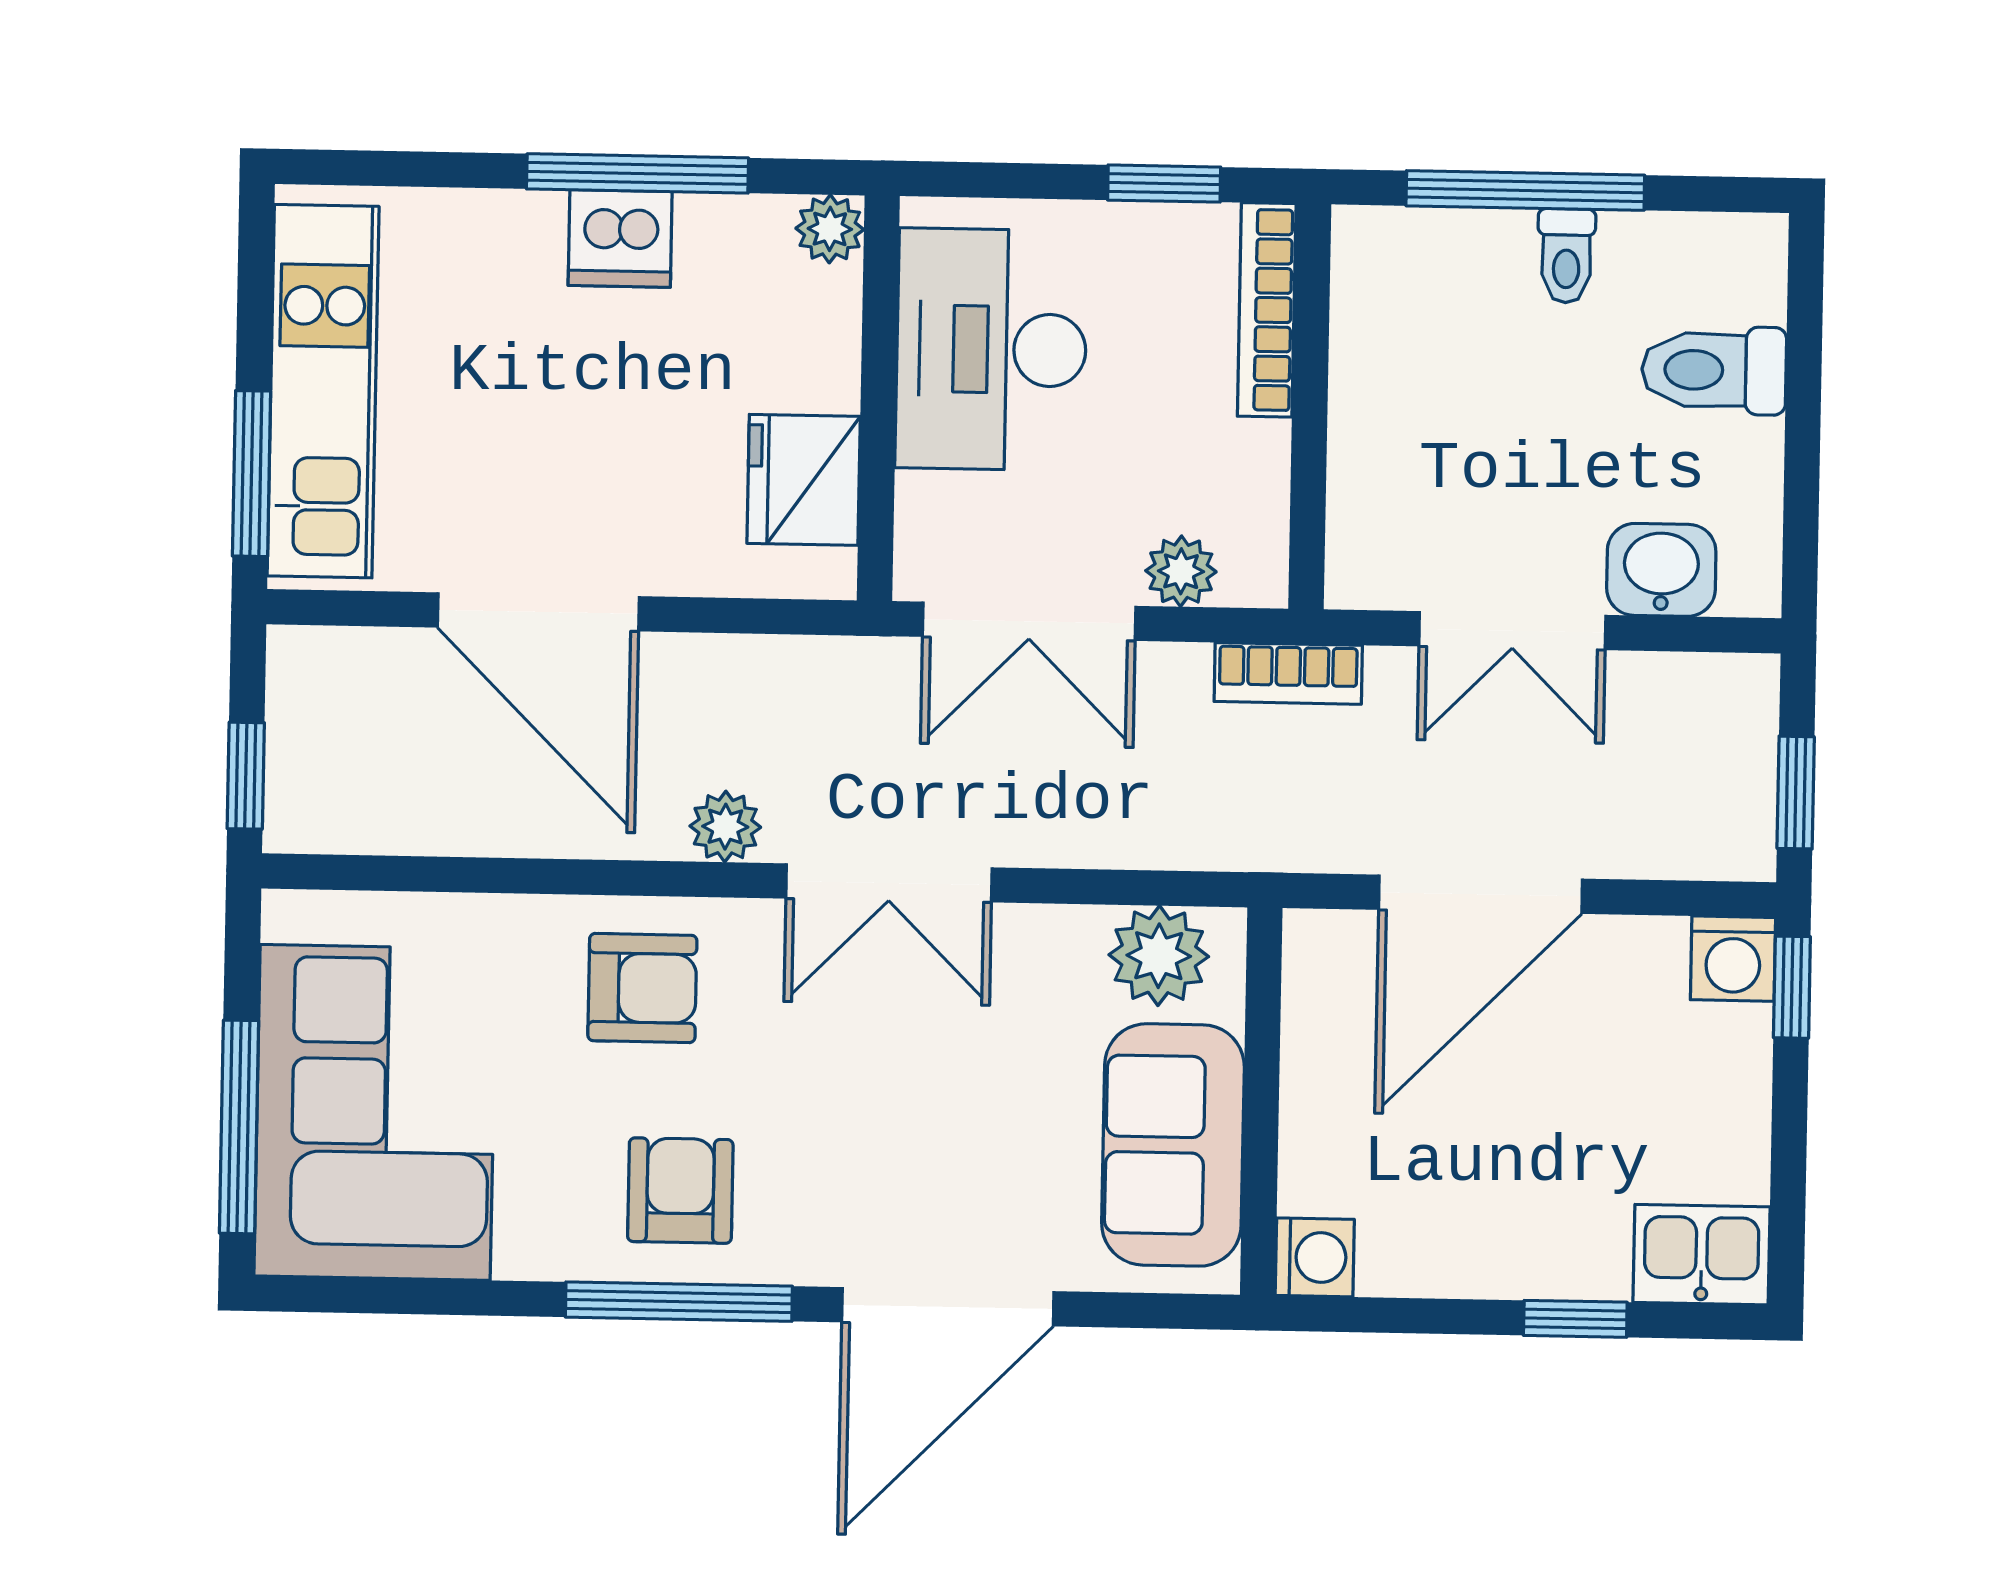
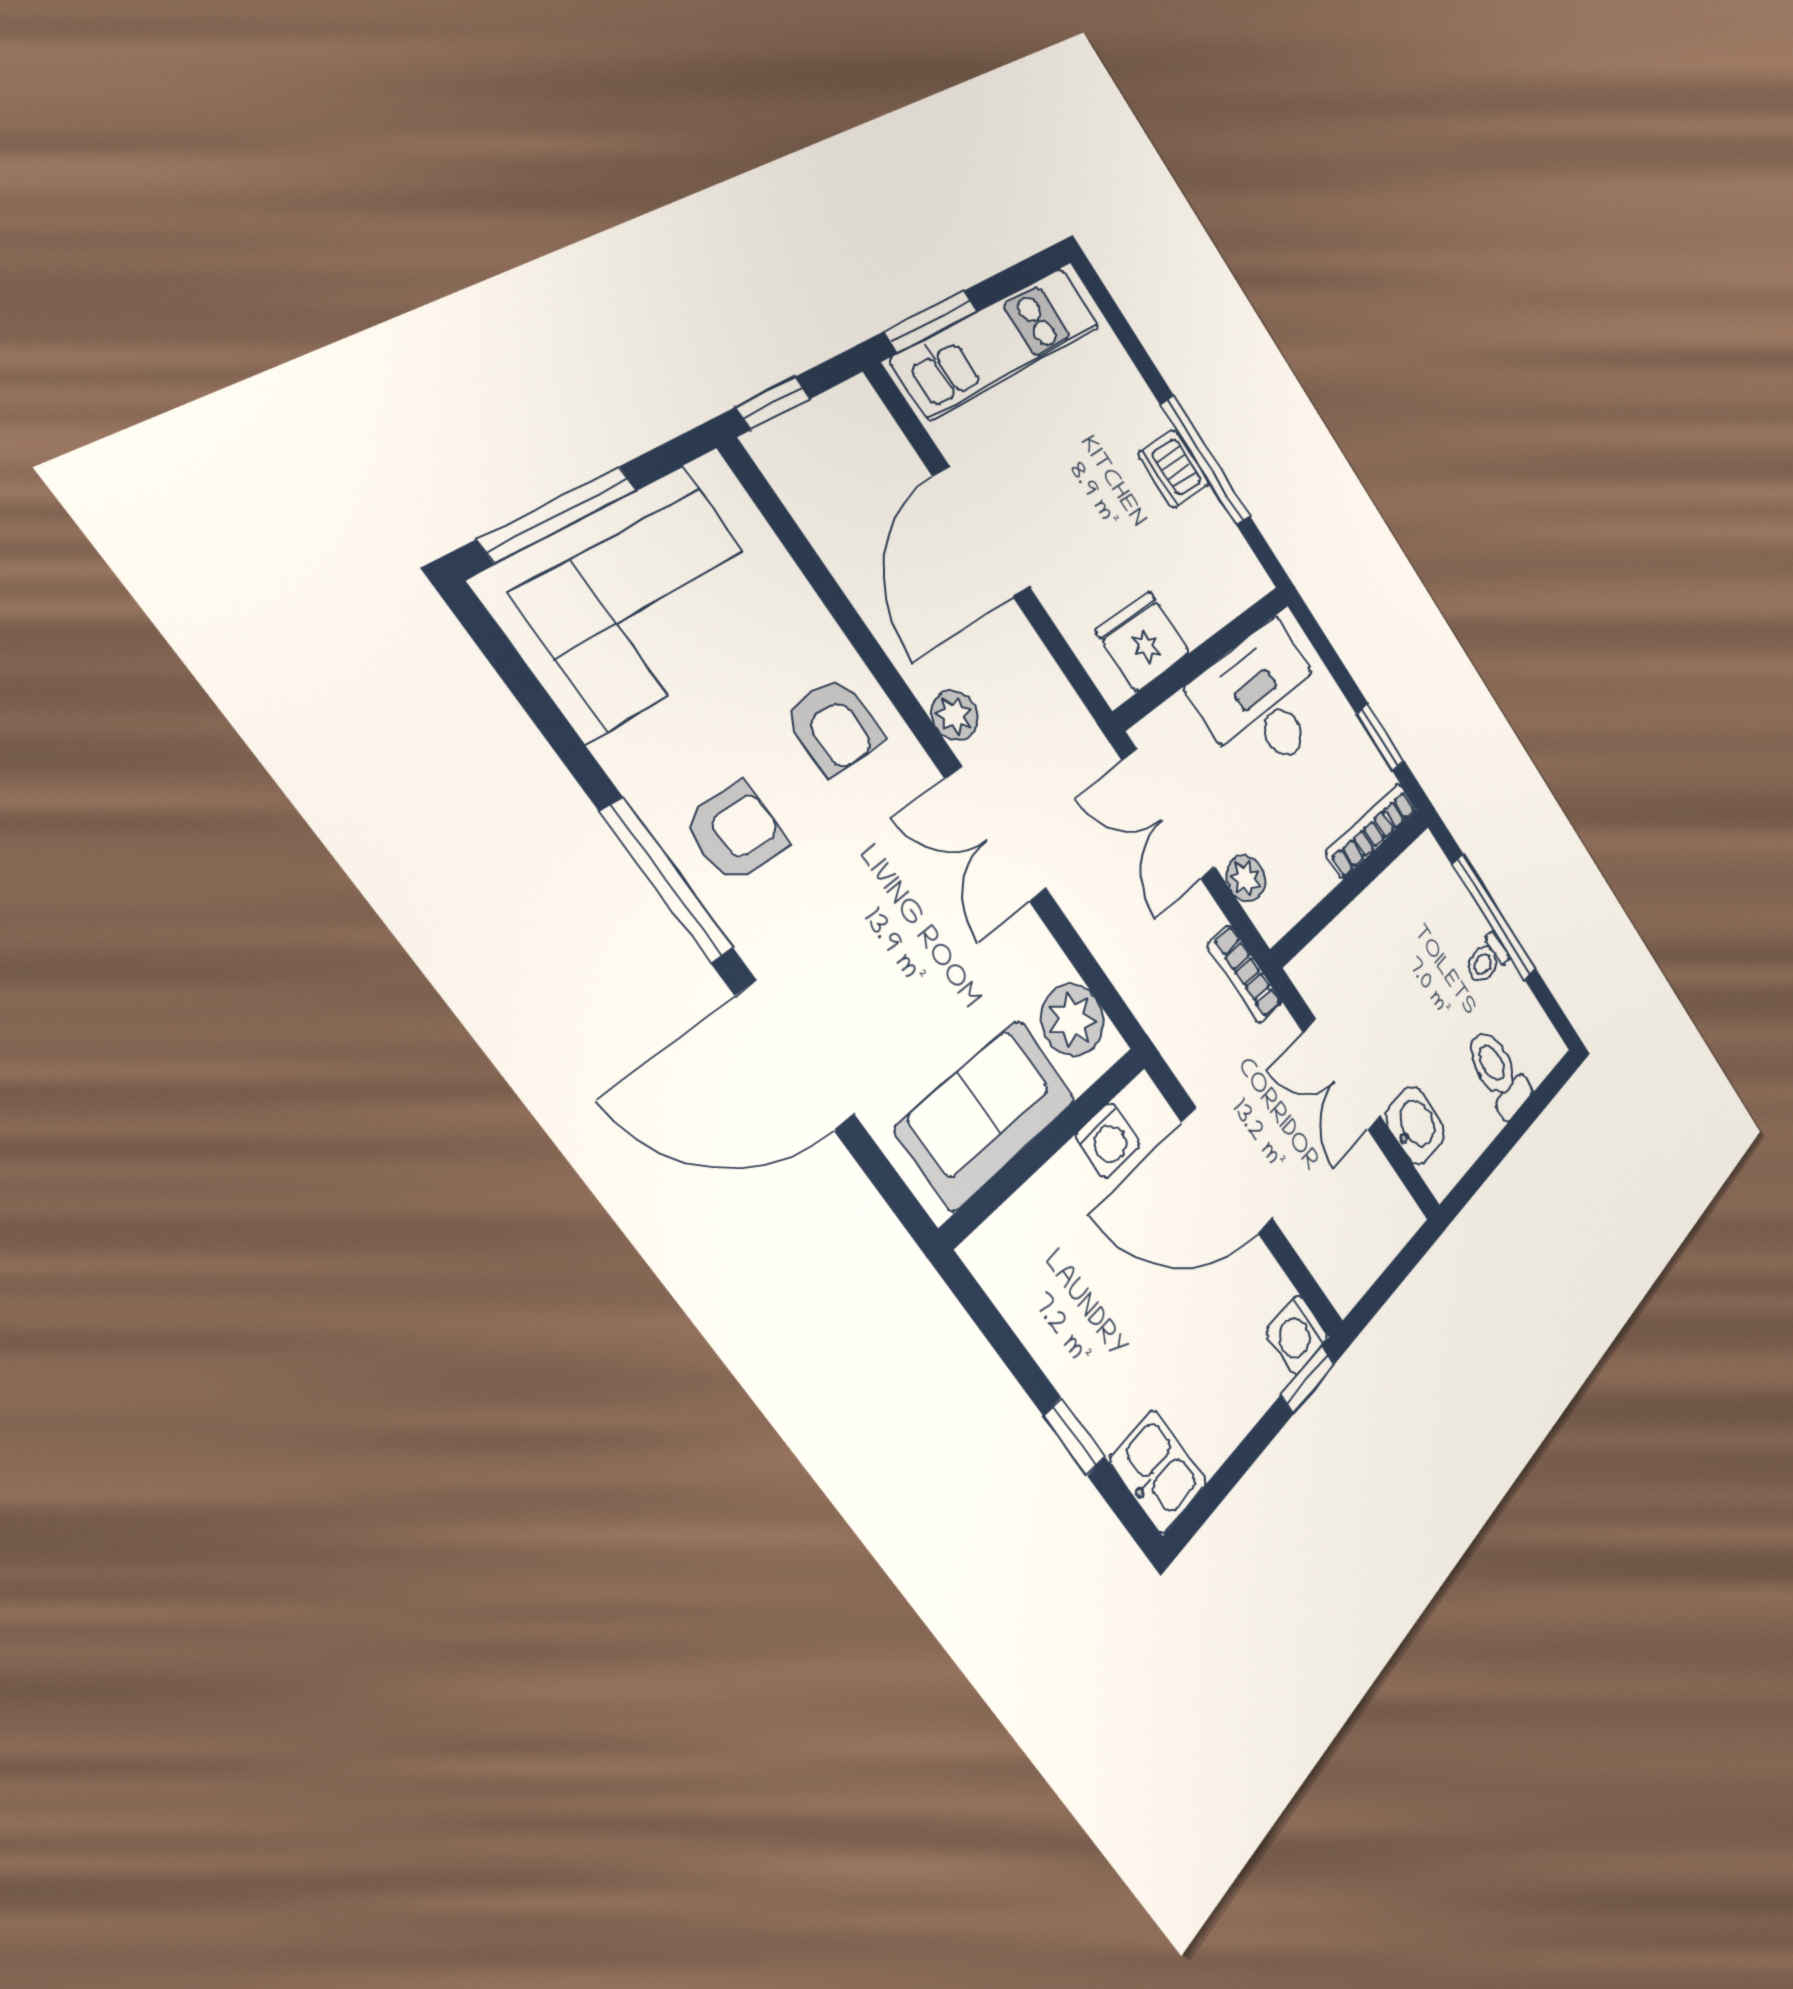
plant: (830, 229) -> (1252, 579), removed
window: (1796, 793) -> (1383, 1289), removed
washing machine: (1315, 1257) -> (1108, 1140), moved

